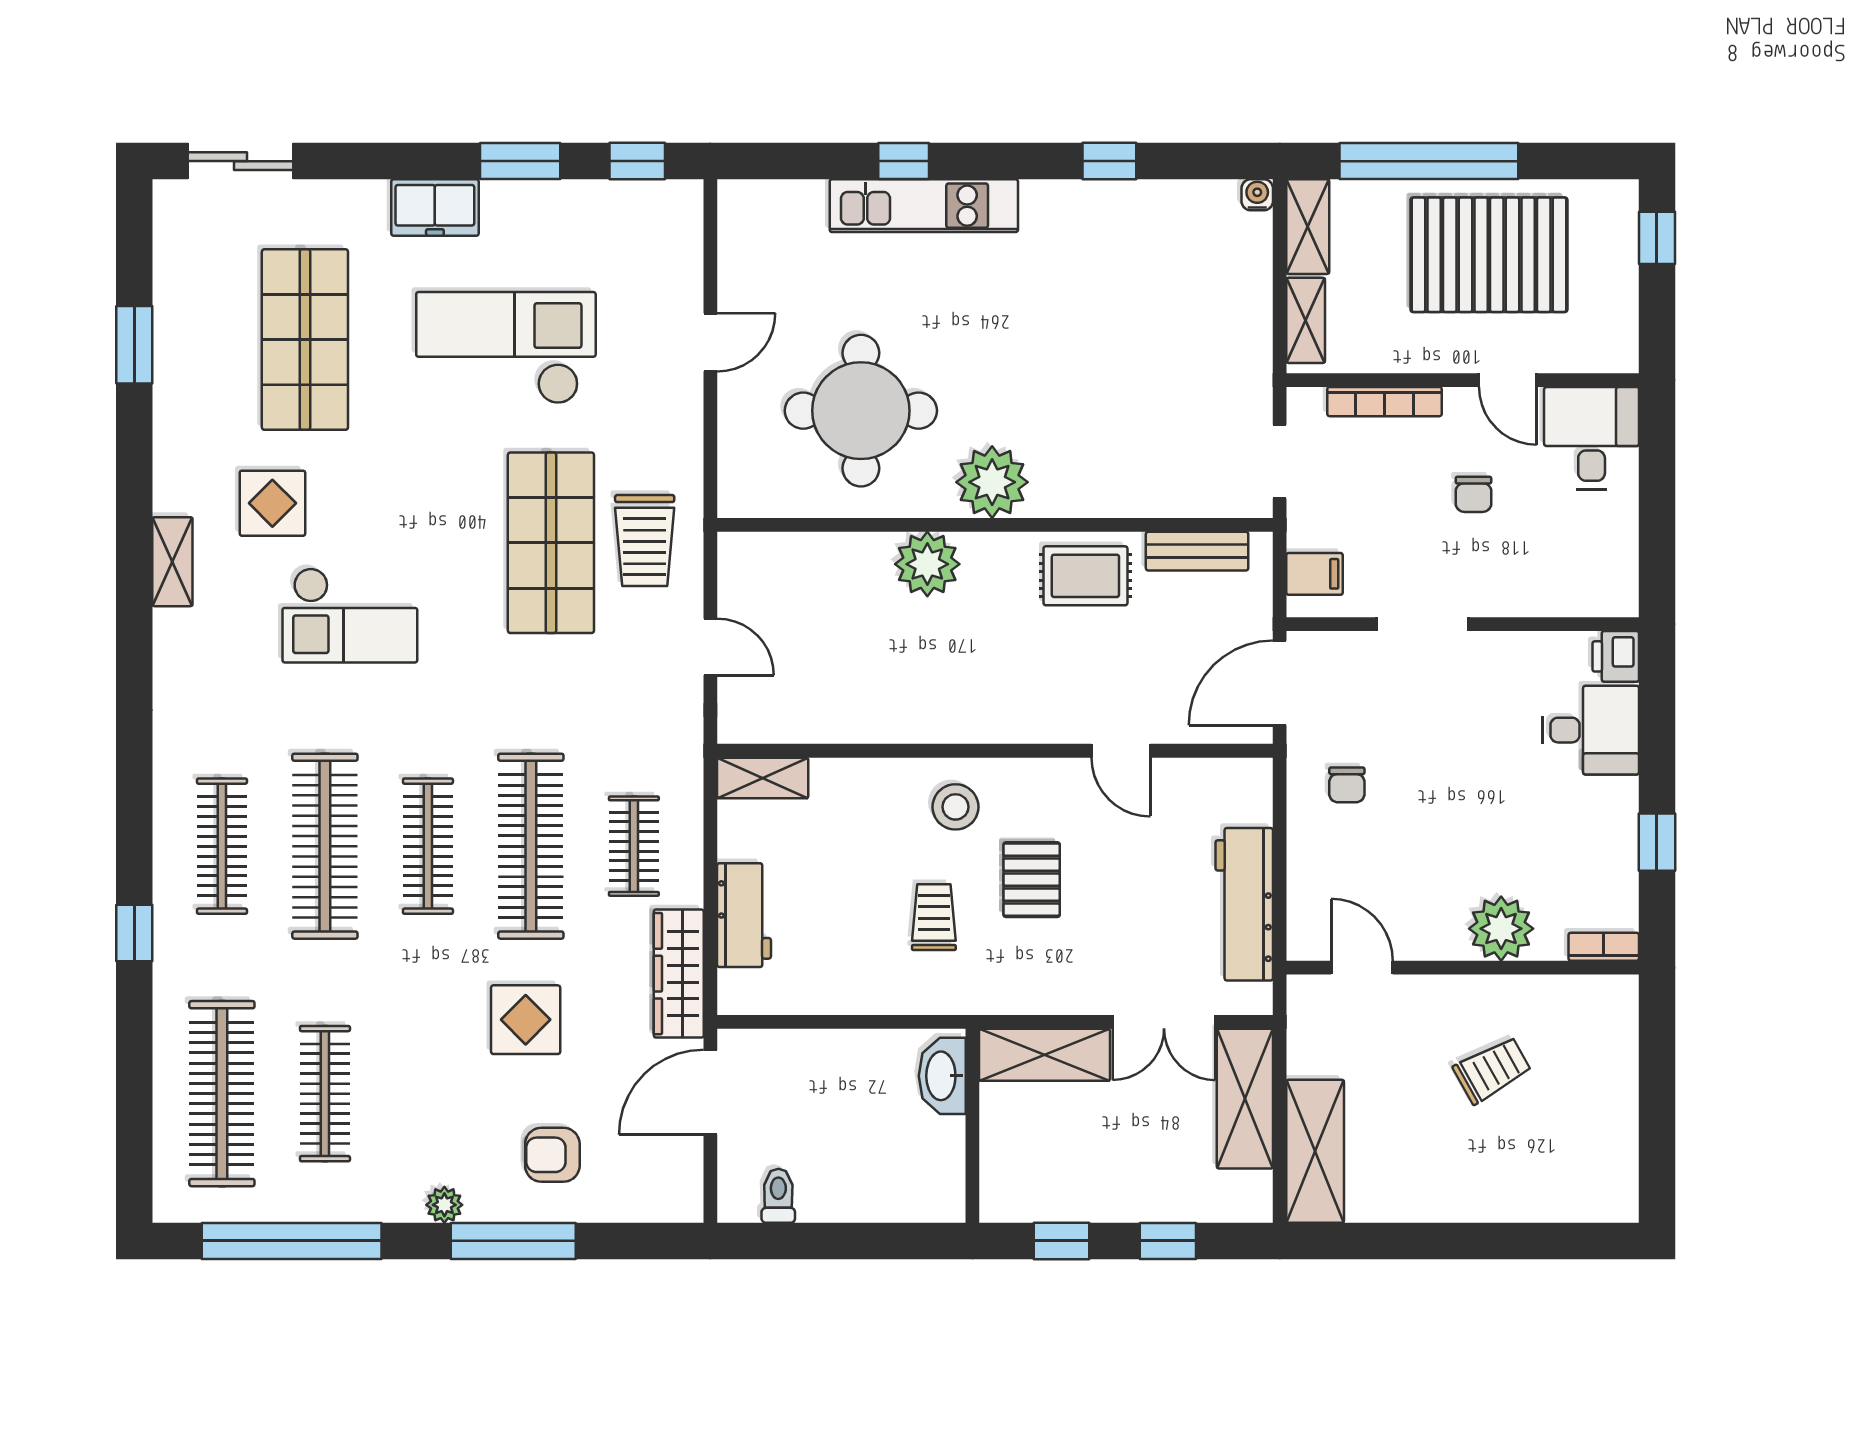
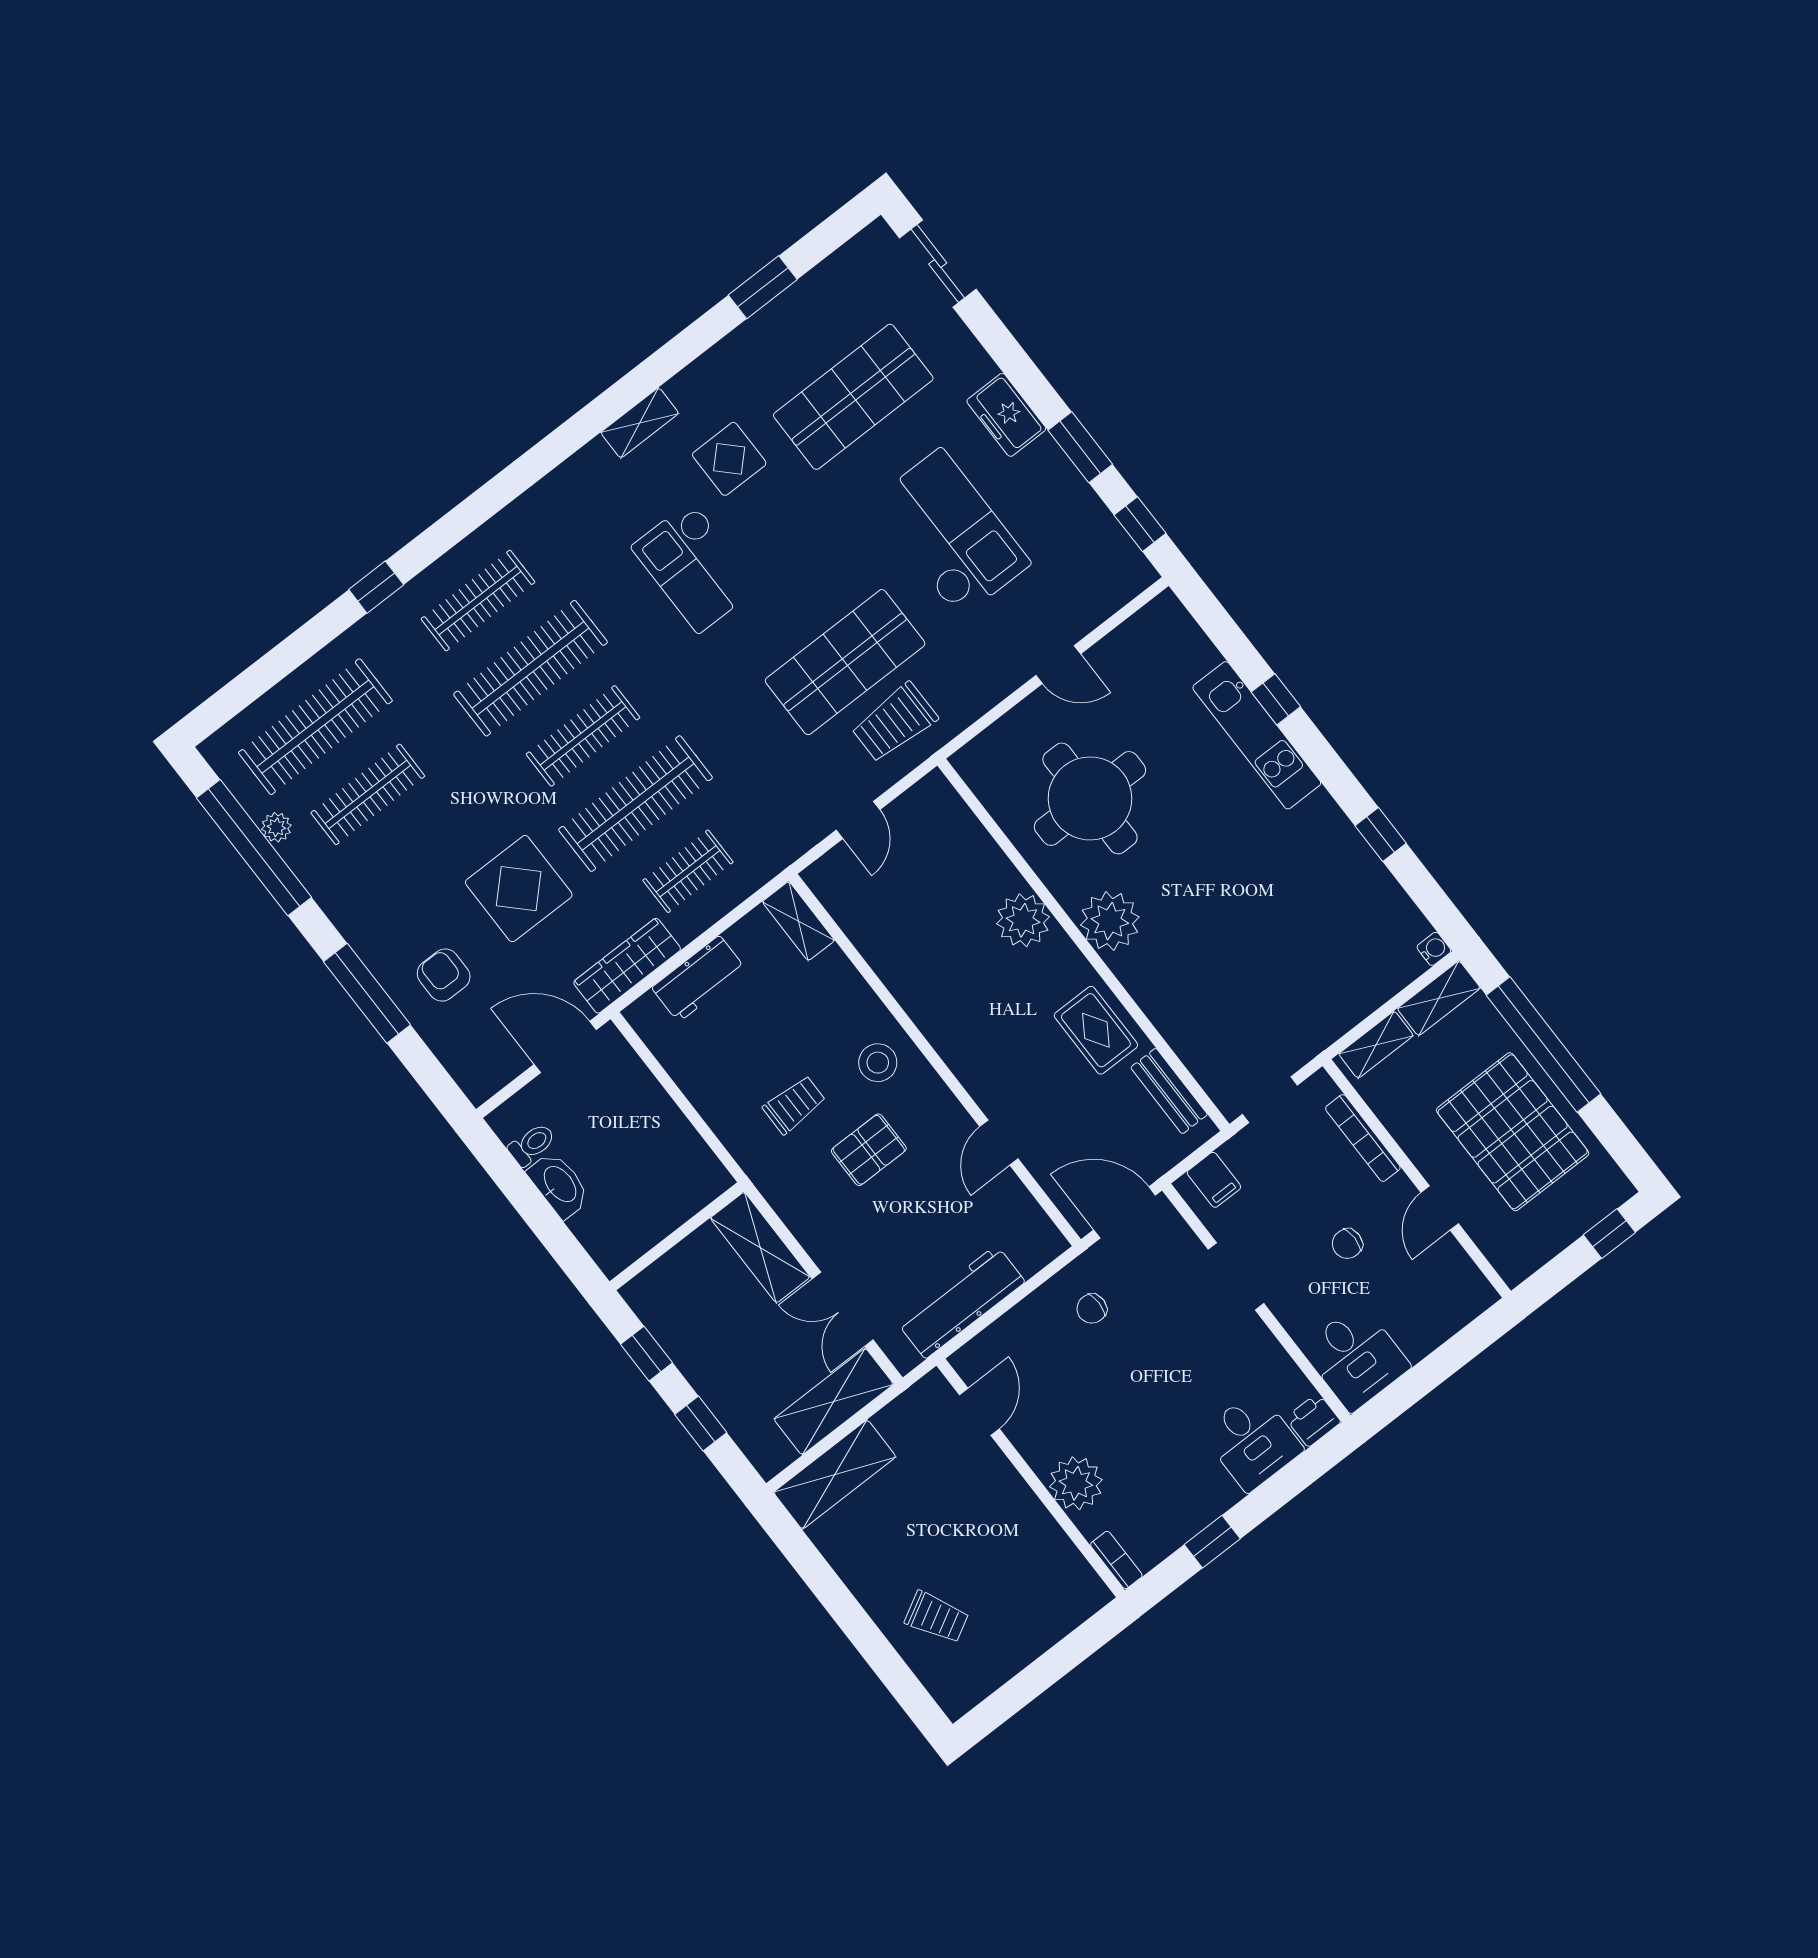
desk: (1592, 438) -> (1356, 1358), moved, turned 90
display table: (526, 1020) -> (519, 889), width x1.36, depth x1.36
trolley: (1492, 1070) -> (937, 1617), moved
washbasin: (942, 1076) -> (559, 1185), moved, turned 90
plant: (444, 1205) -> (276, 827), moved

